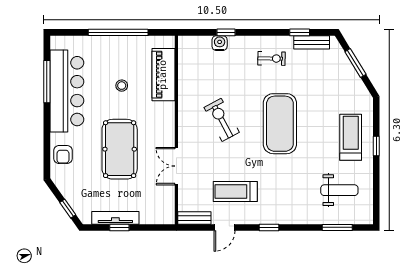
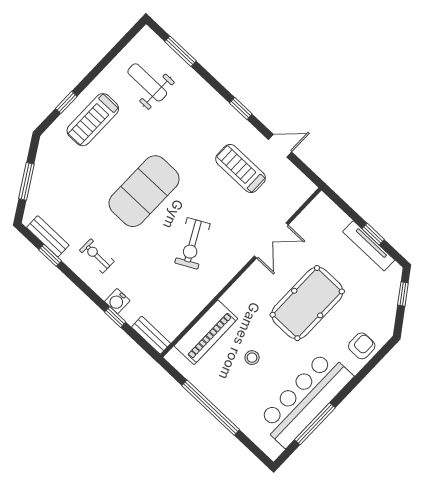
water cooler: (220, 43) -> (117, 301), moved
window: (376, 146) -> (66, 102), moved
treadmill: (235, 192) -> (241, 169), turned 180
bench: (194, 218) -> (151, 335), moved

